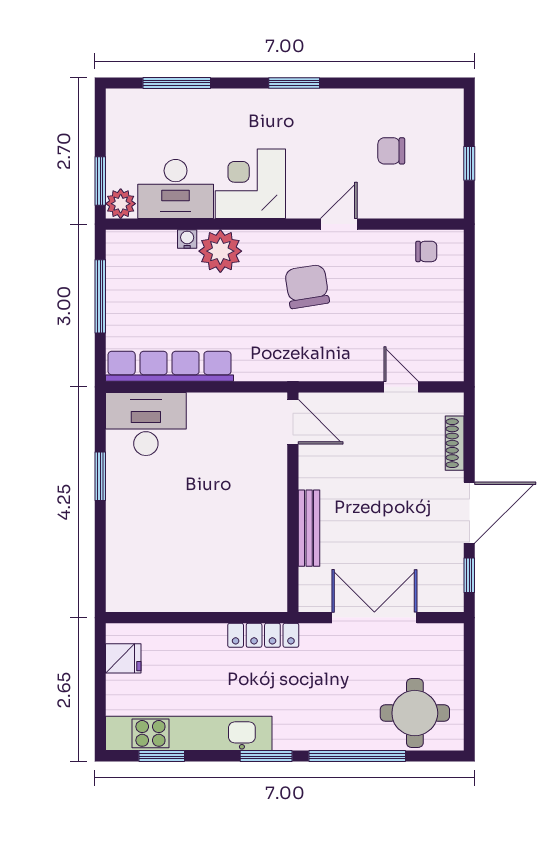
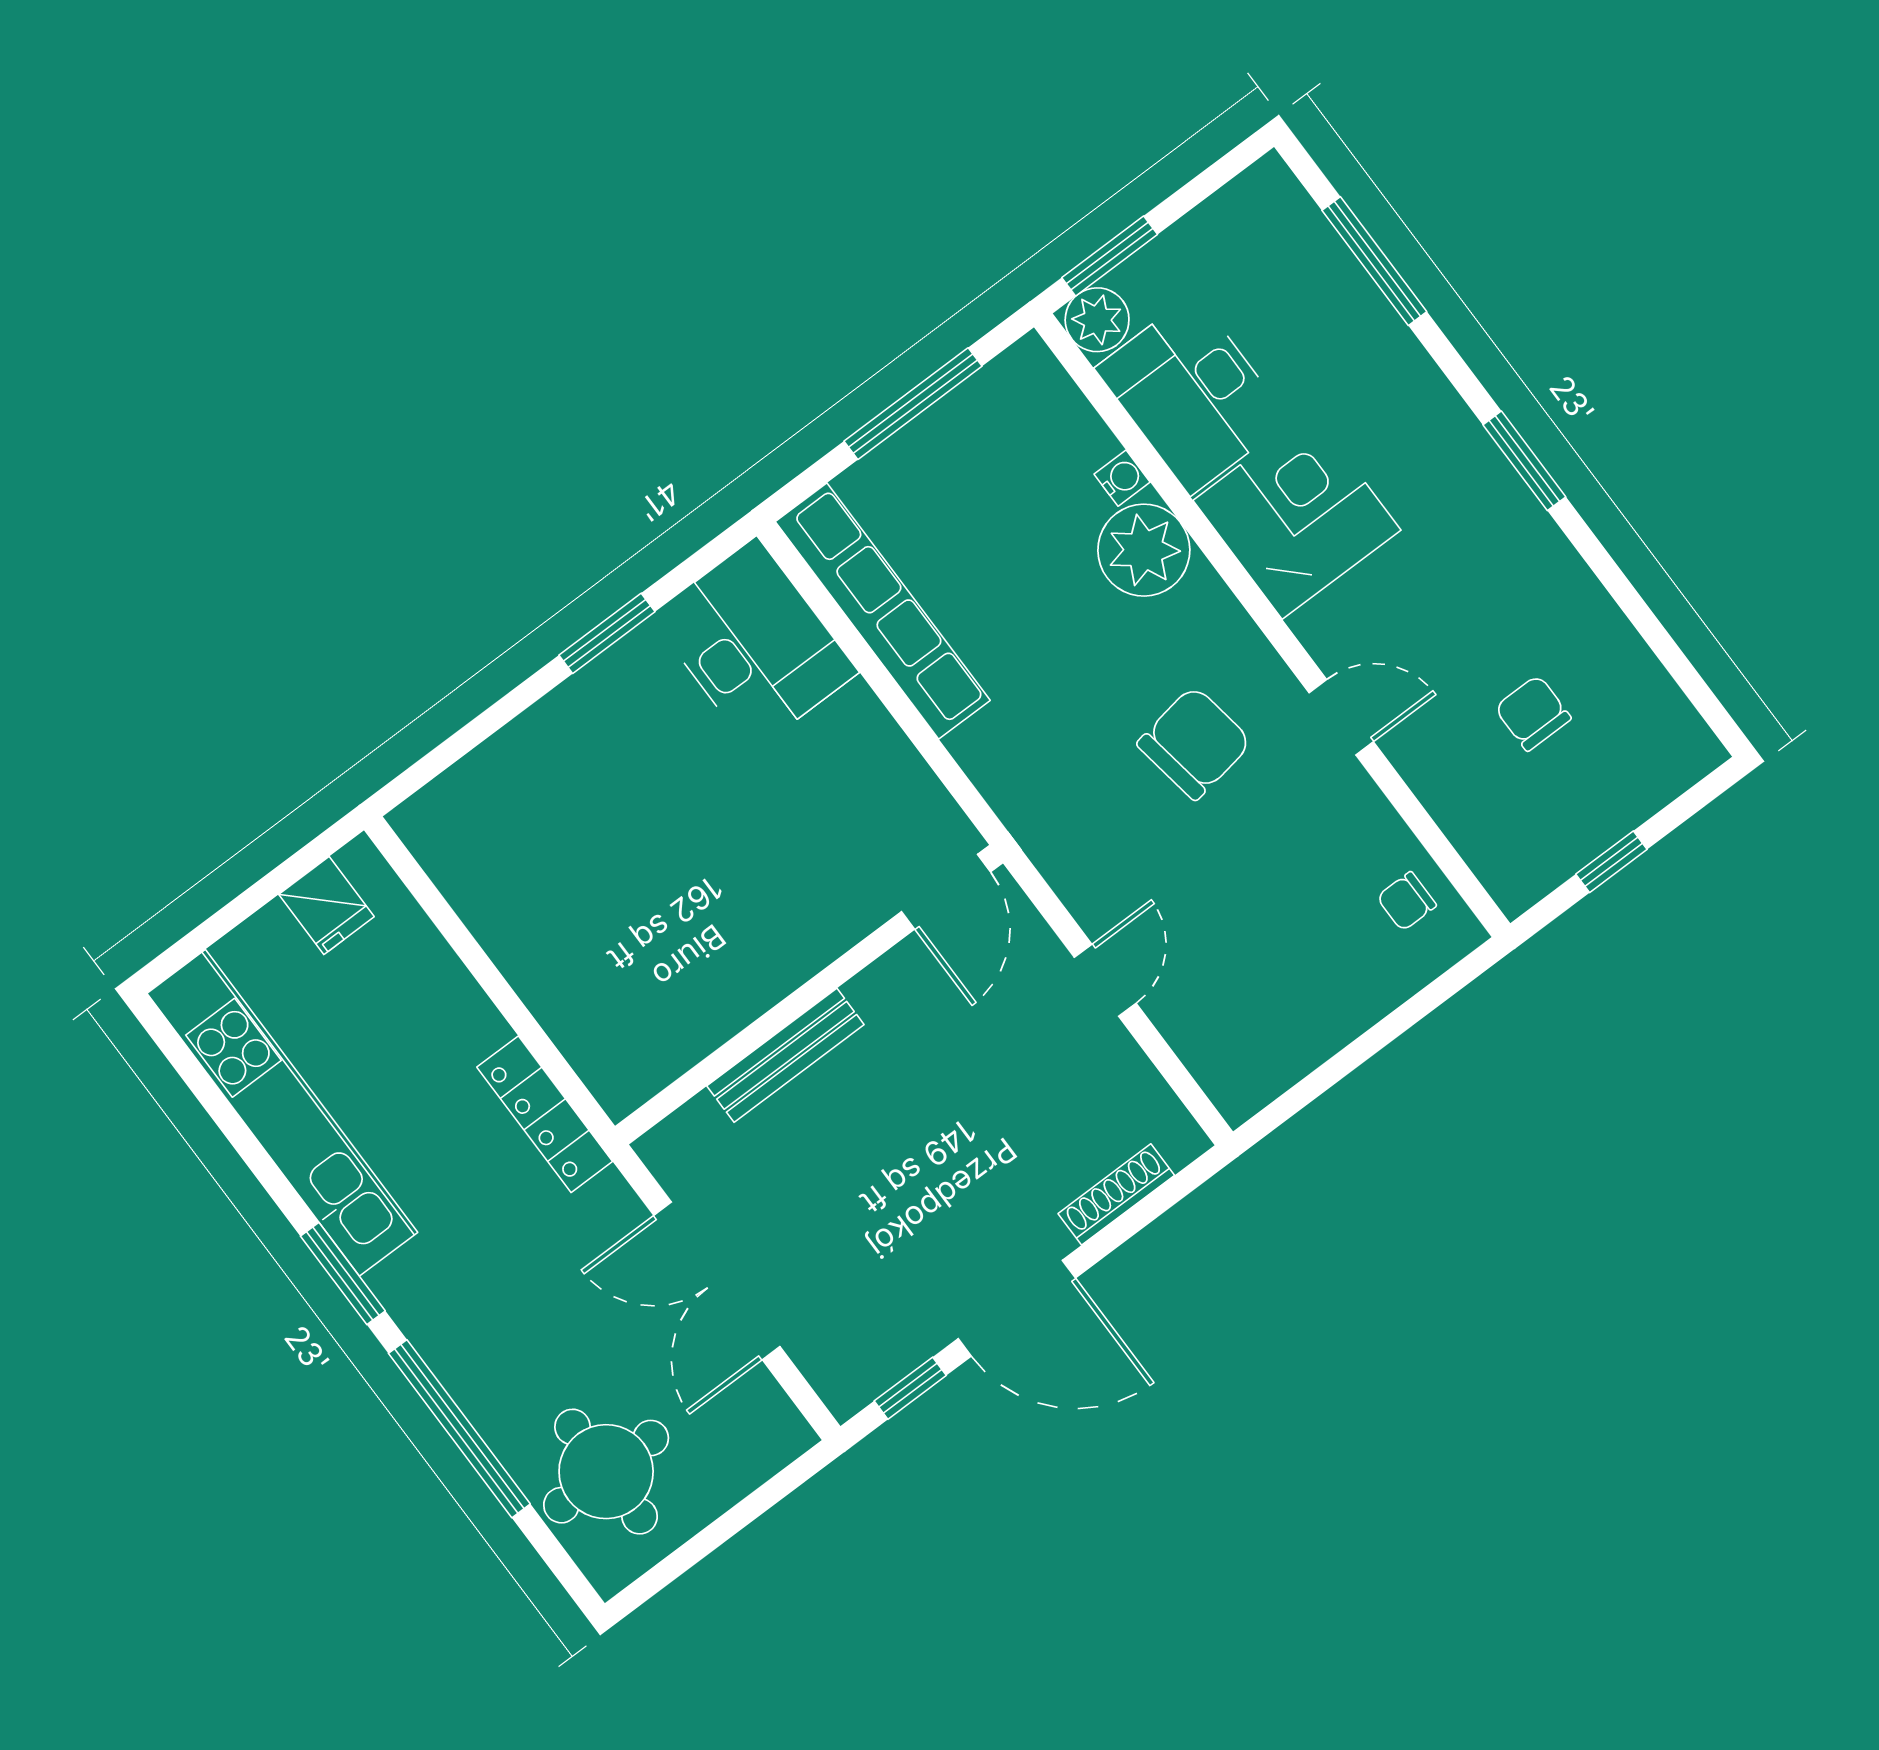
chair: (426, 251) -> (1407, 901), turned 90
door: (401, 387) -> (1105, 980), moved
double door: (374, 618) -> (717, 1281), swing flipped
window: (162, 756) -> (209, 1096), removed

